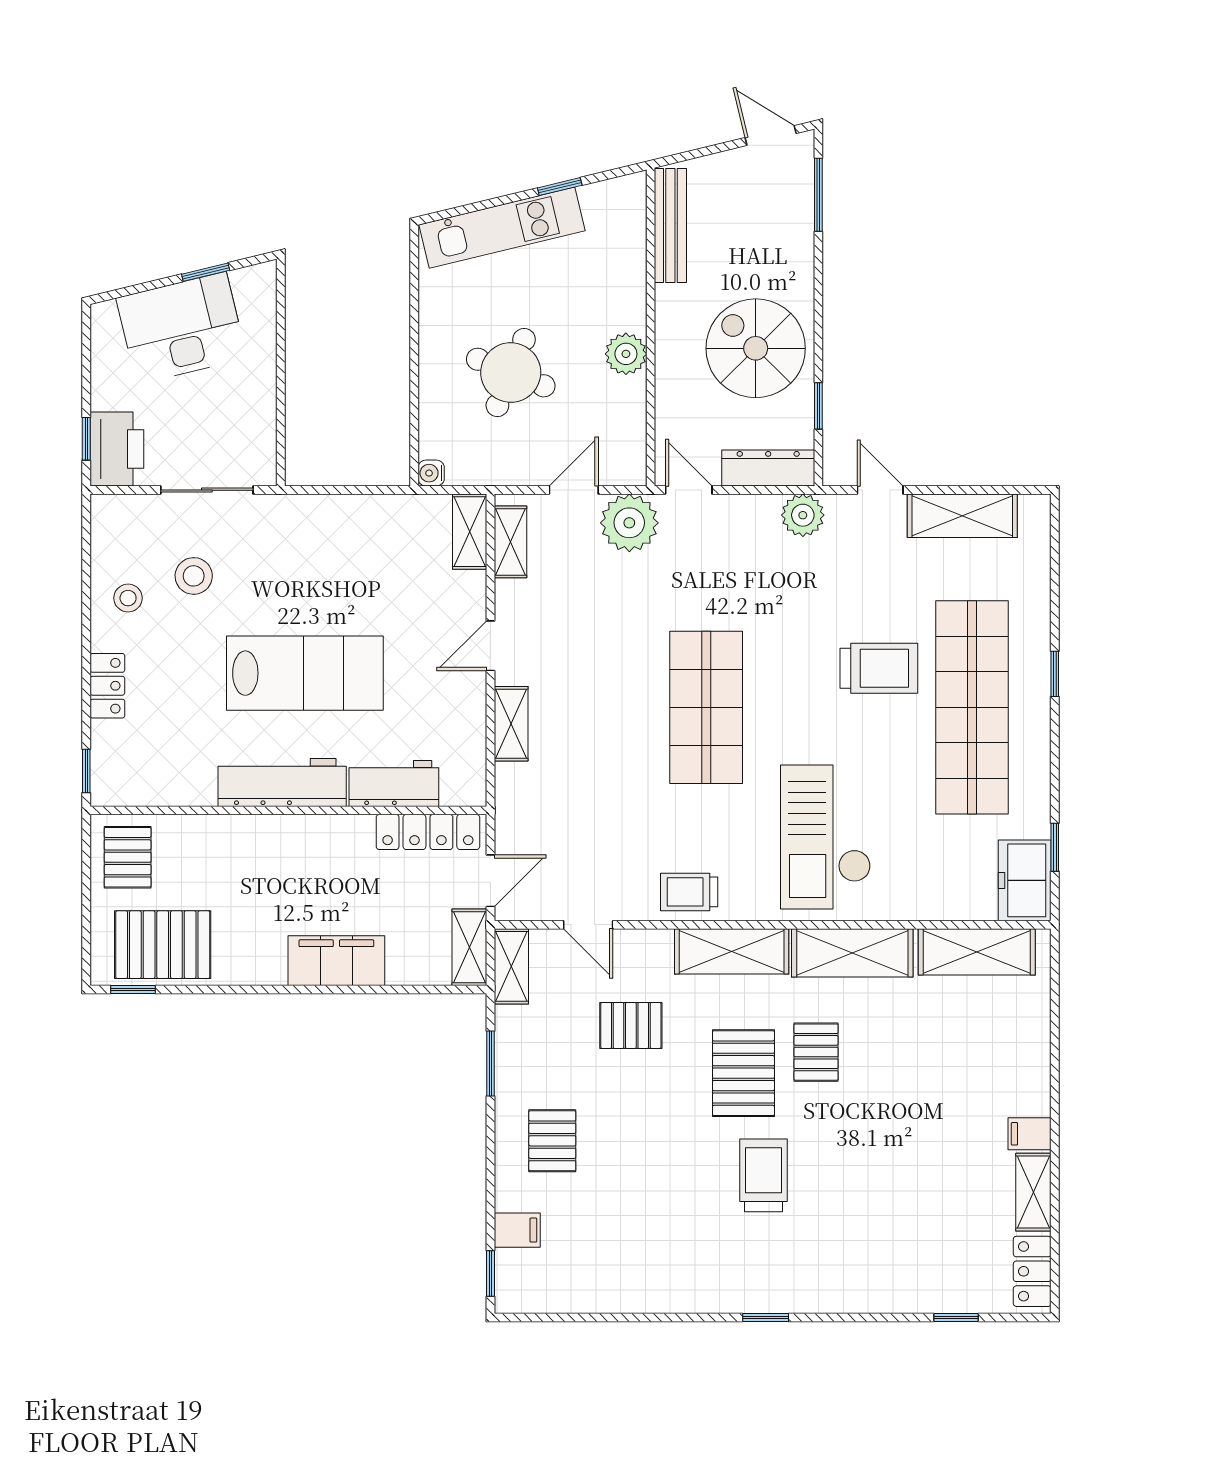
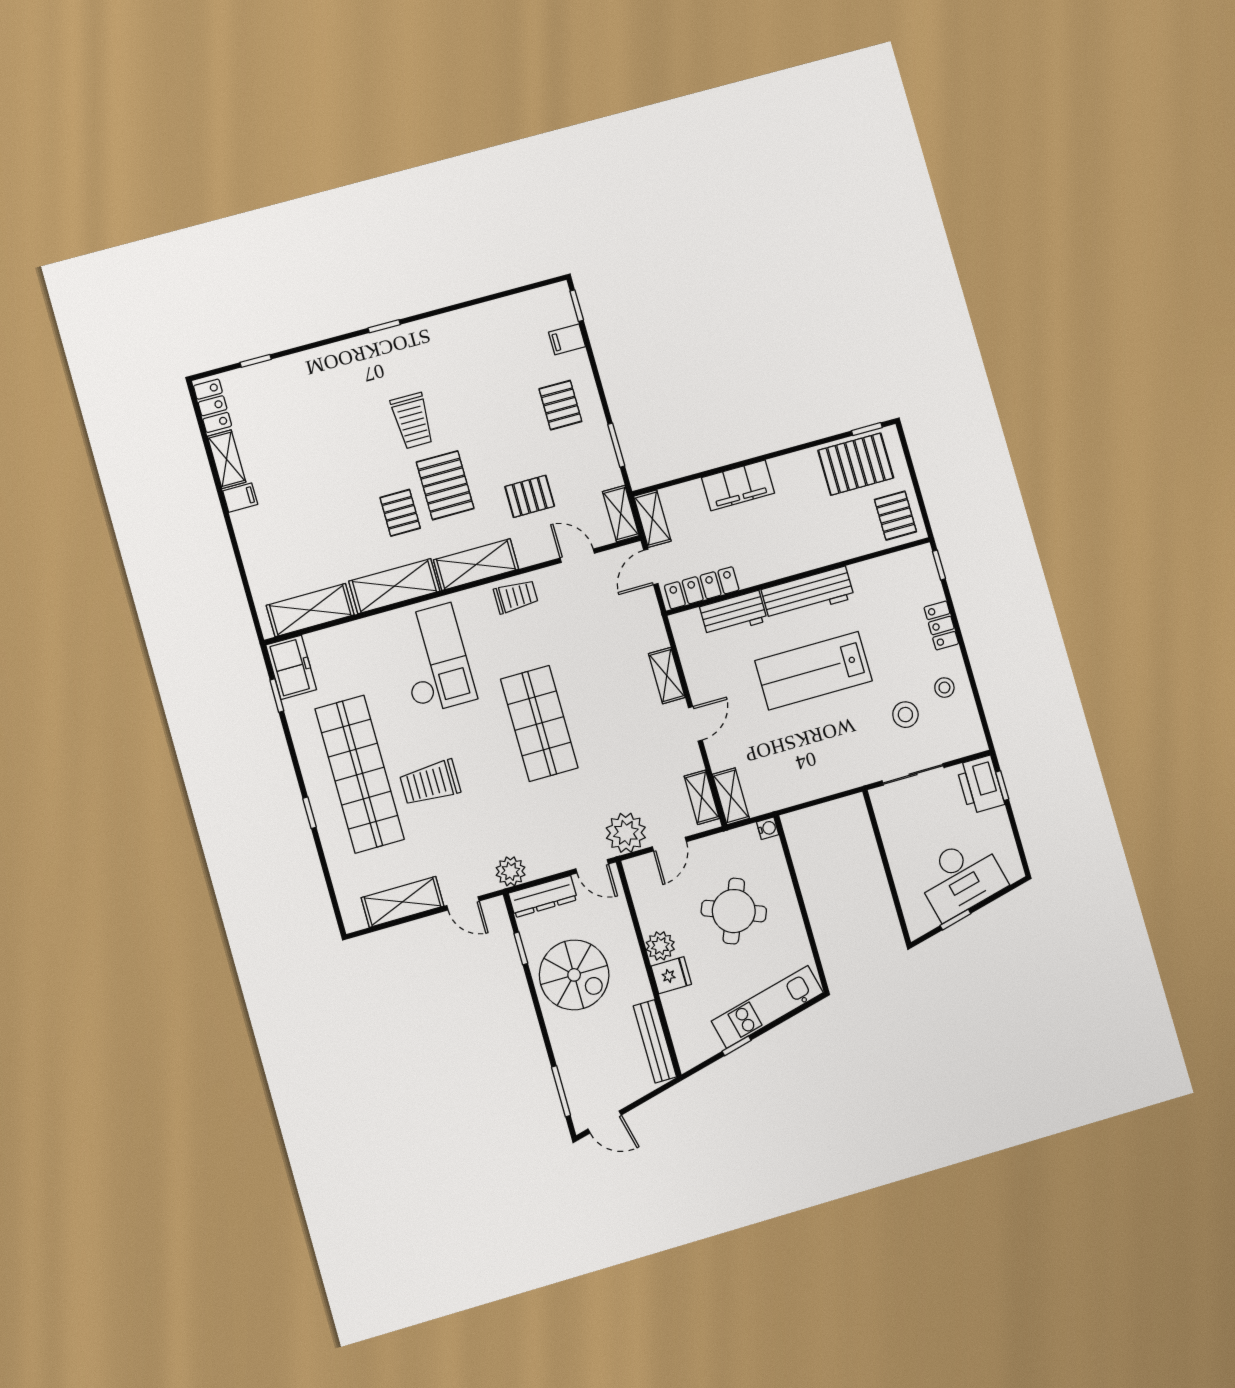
fridge: (622, 309) -> (671, 975), added

